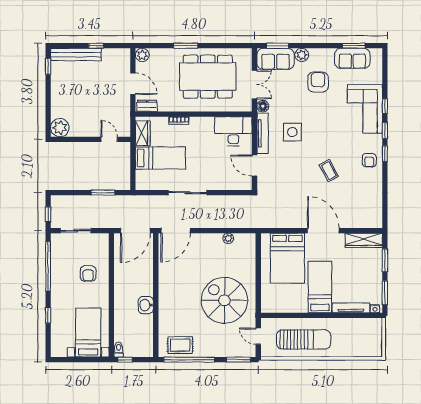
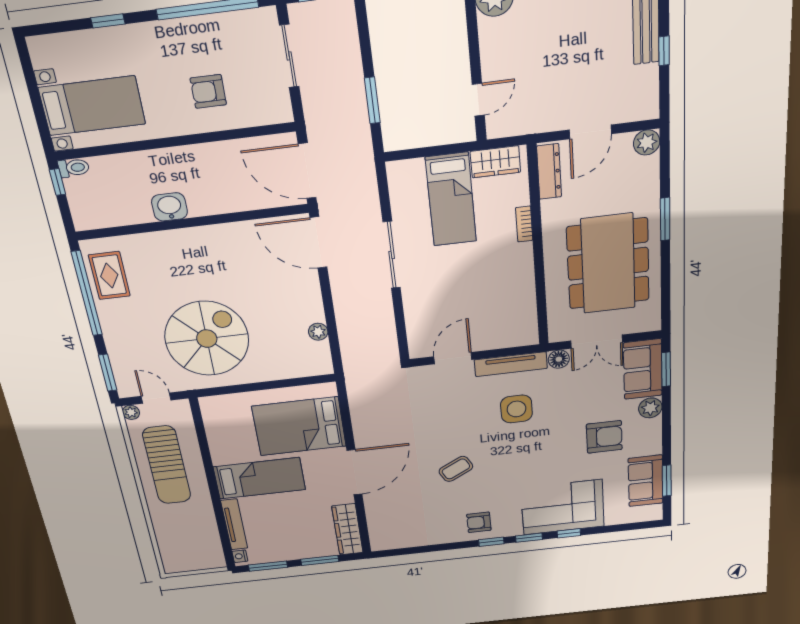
dresser: (147, 106) -> (549, 172), width x1.44
desk: (233, 131) -> (511, 318), removed
door: (258, 336) -> (156, 398), hinge flipped
plant: (266, 352) -> (131, 412), added

